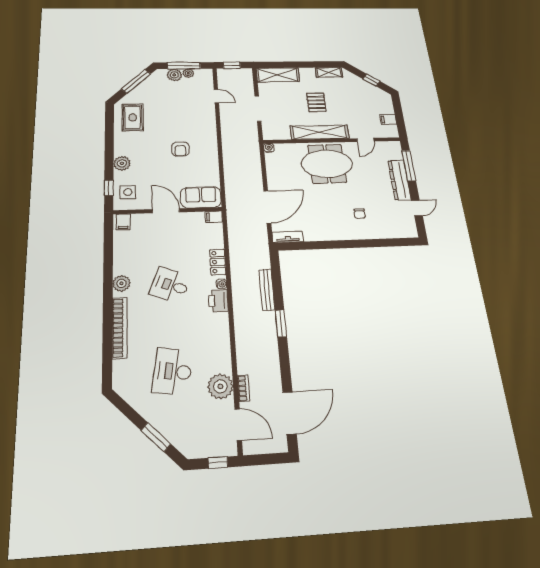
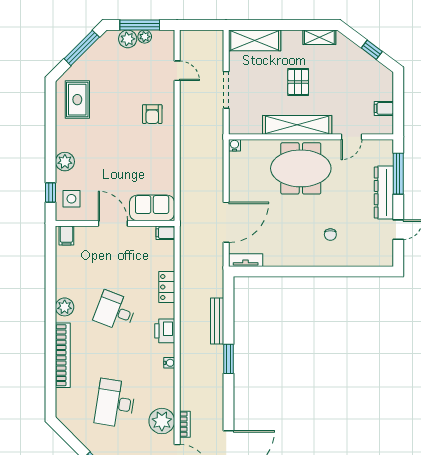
window: (232, 65) -> (199, 25), removed
armchair: (180, 149) -> (152, 114), moved
water cooler: (222, 284) -> (169, 363), moved

